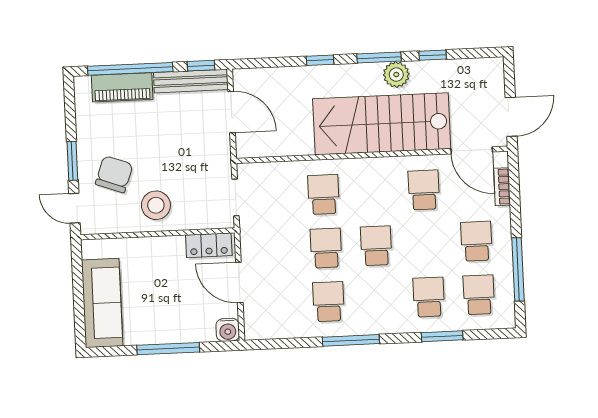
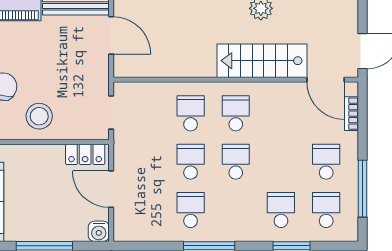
stairs: (382, 124) -> (262, 61), width x0.73, depth x0.66
school desk: (424, 190) -> (236, 113), moved

